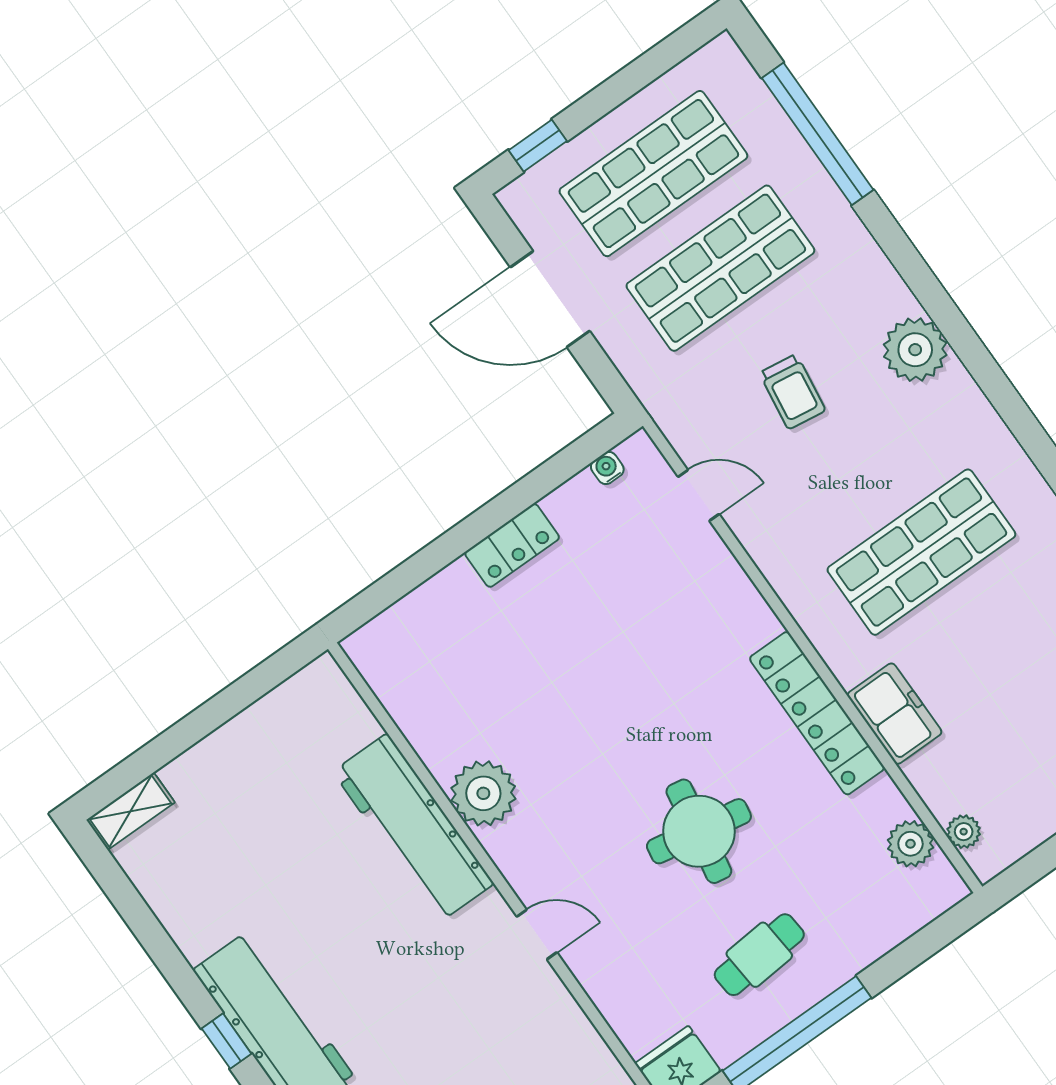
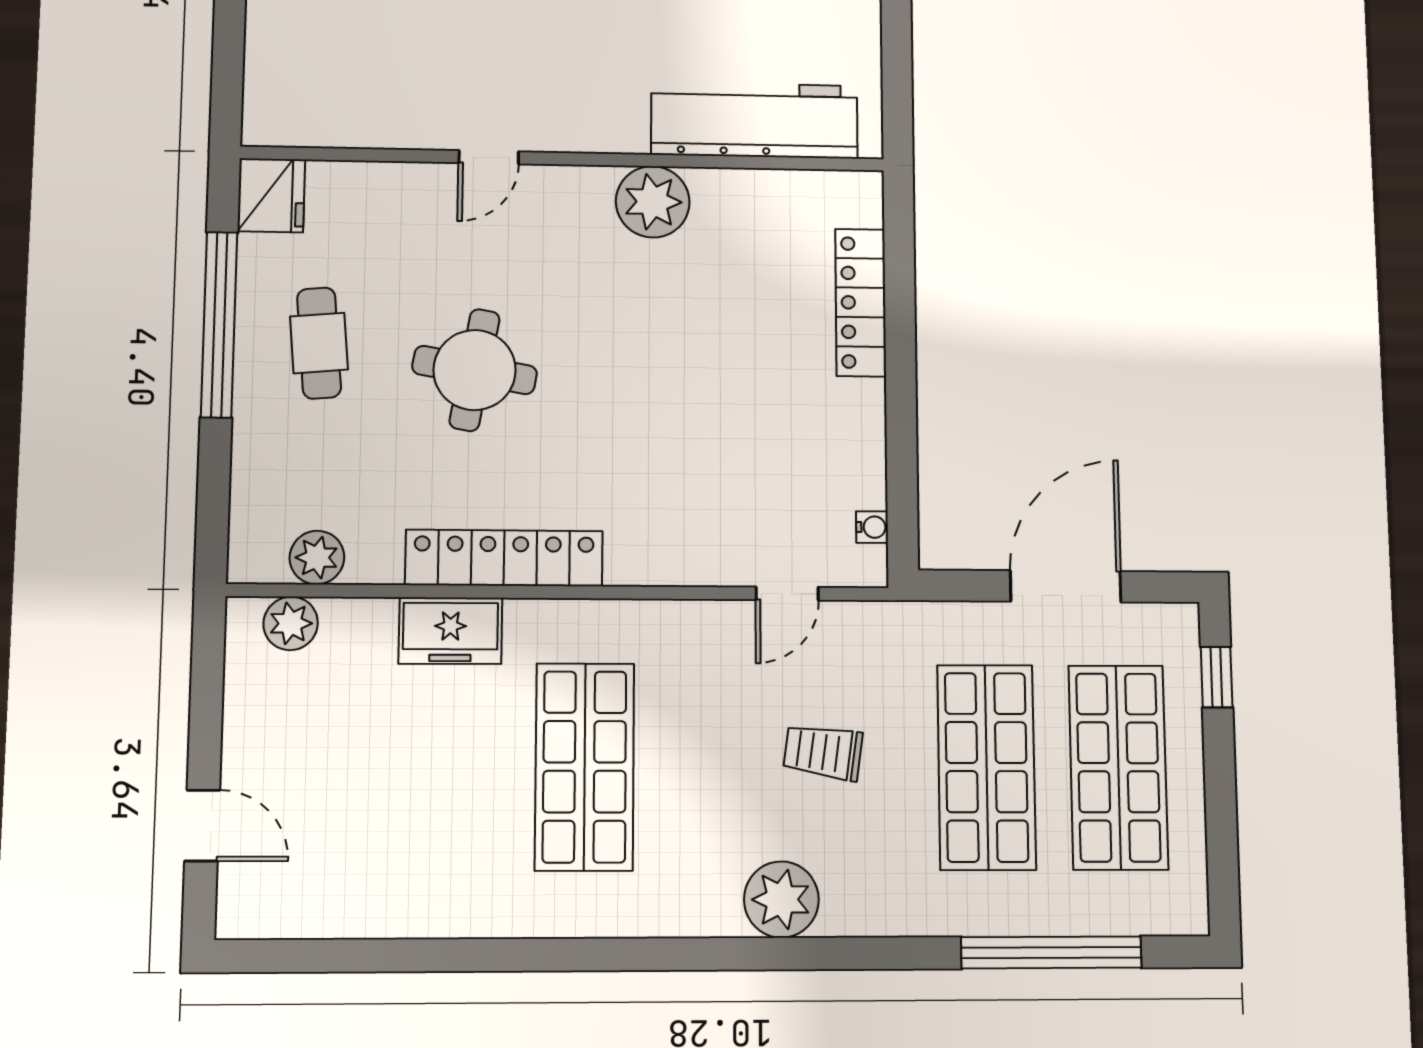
locker: (512, 545) -> (861, 302), moved, width x1.53
workbench: (413, 828) -> (754, 120), moved
plant: (964, 832) -> (291, 623), width x1.38, depth x1.38

